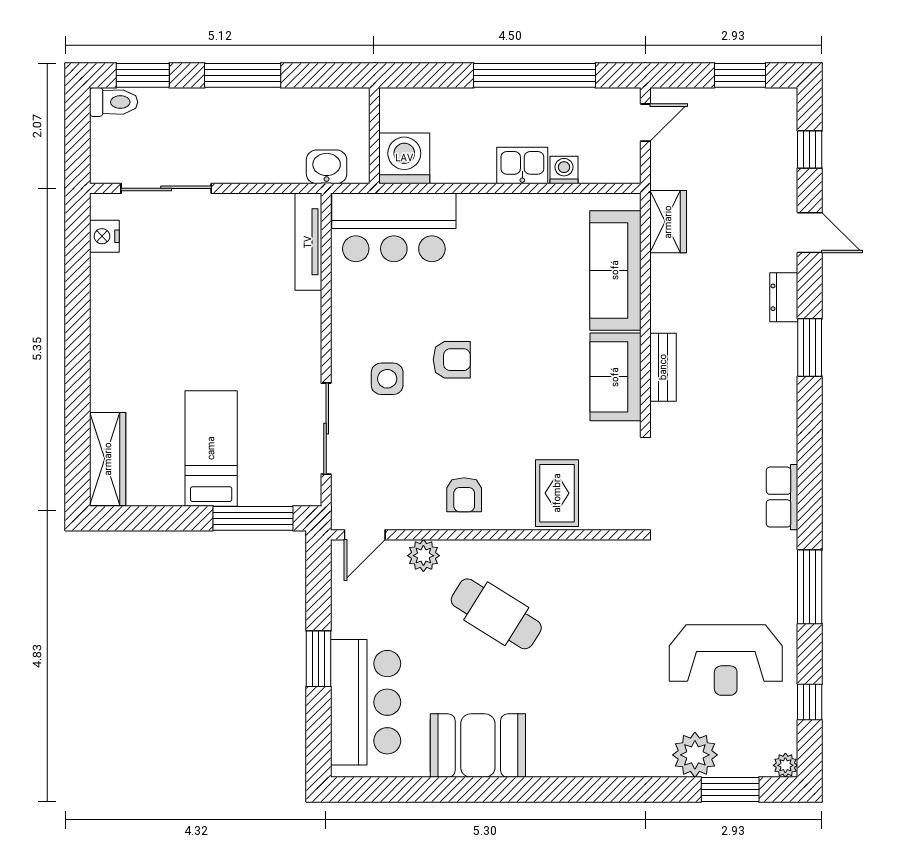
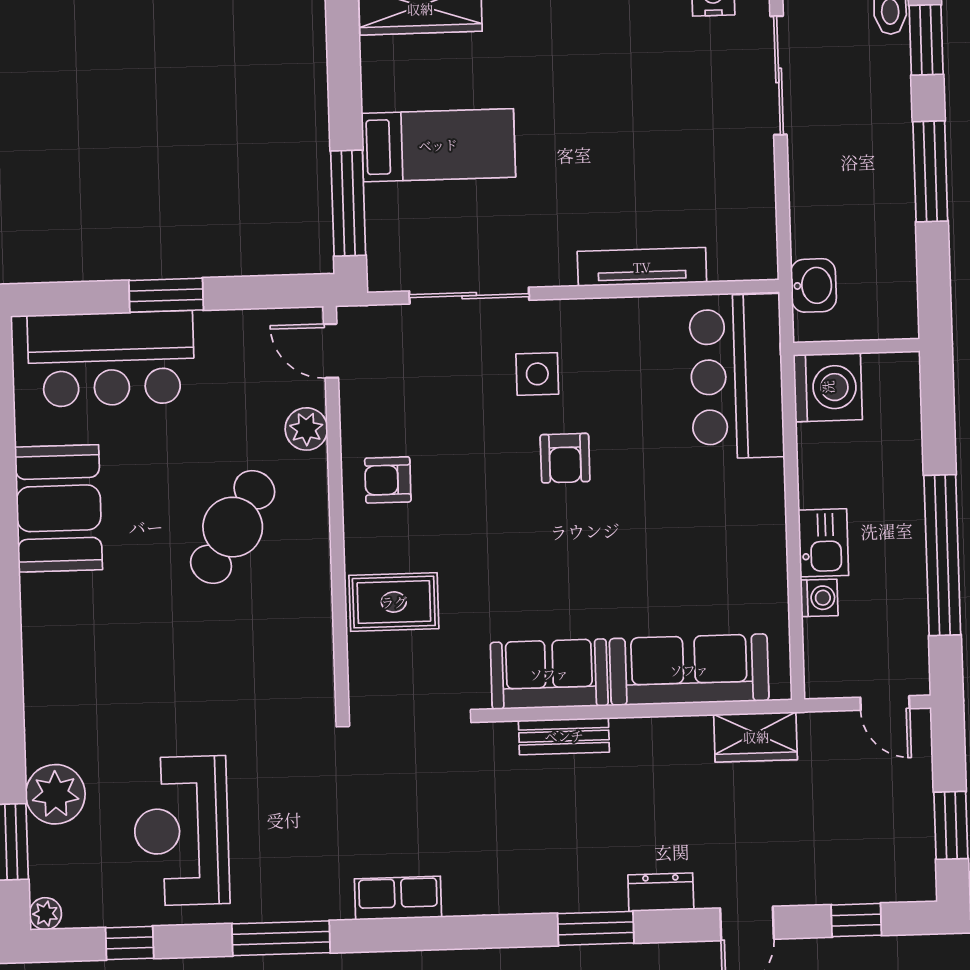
tv unit: (308, 242) -> (642, 267), moved

